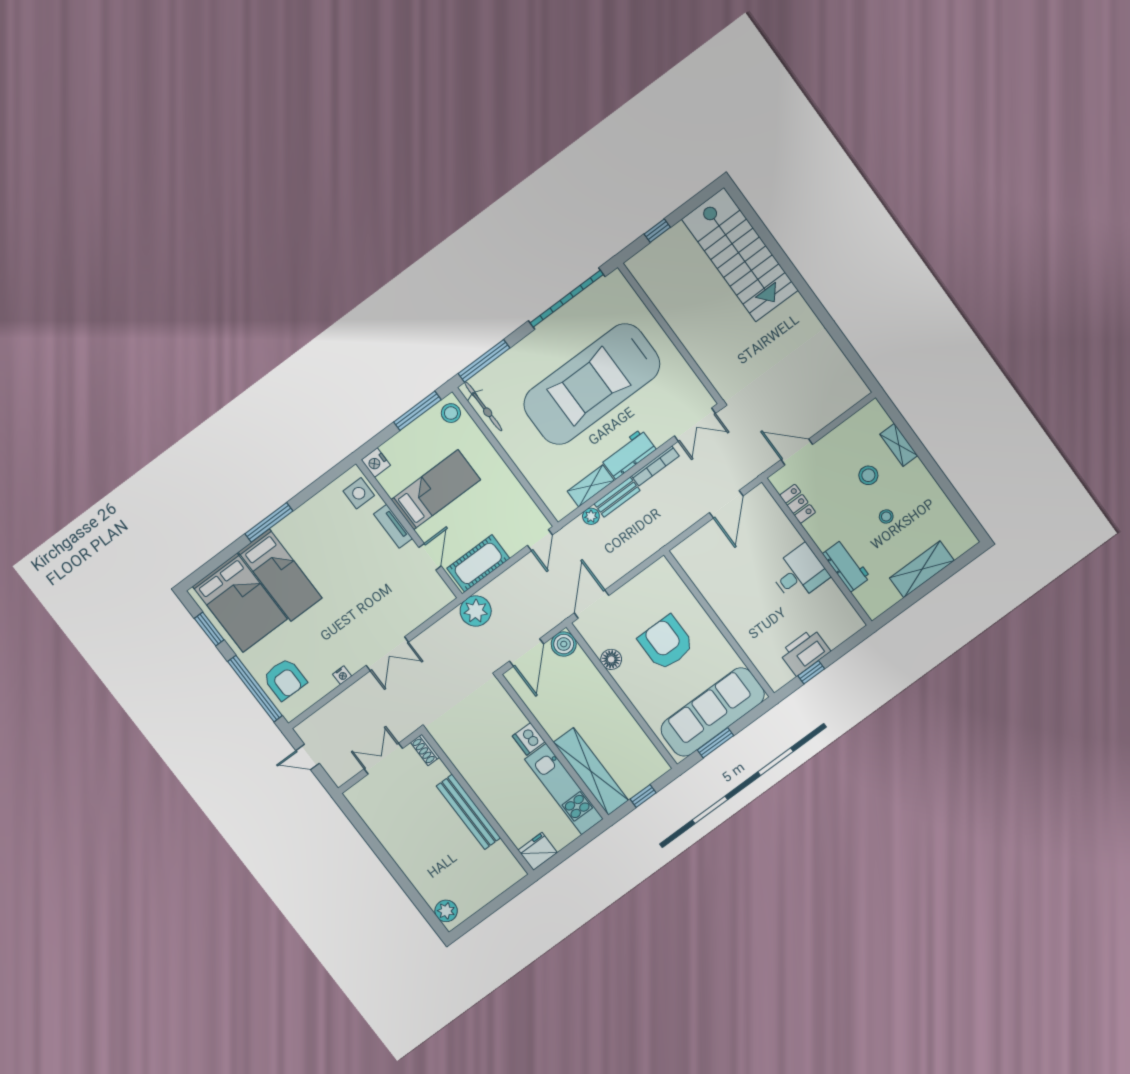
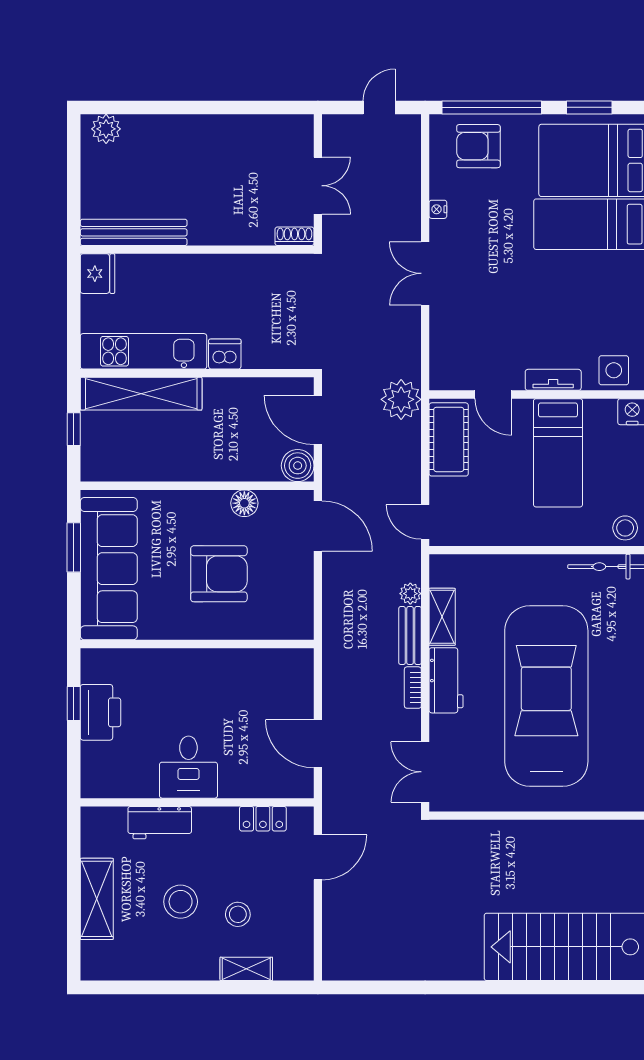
bookcase: (655, 466) -> (413, 688), width x0.64
stool: (886, 517) -> (181, 902), width x1.89, depth x1.89
bench: (469, 812) -> (134, 232), moved

